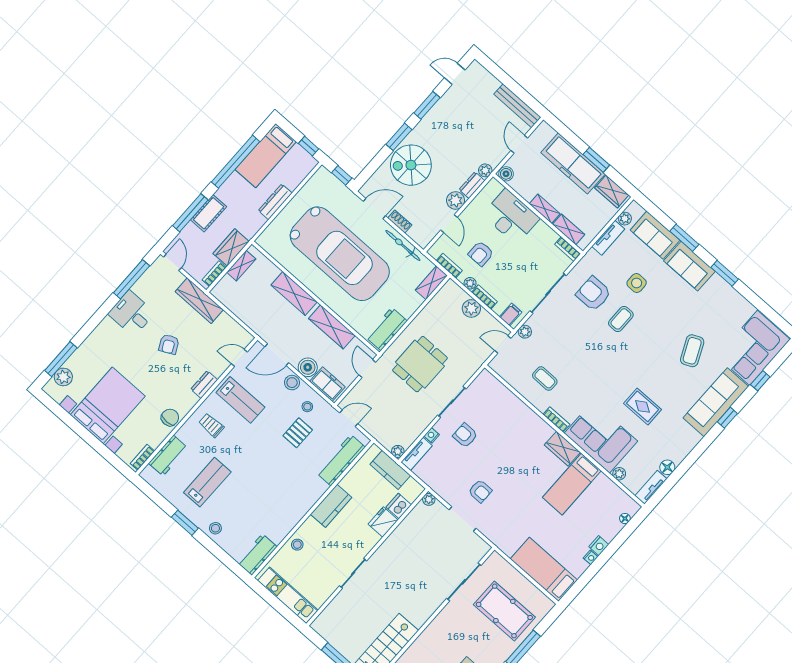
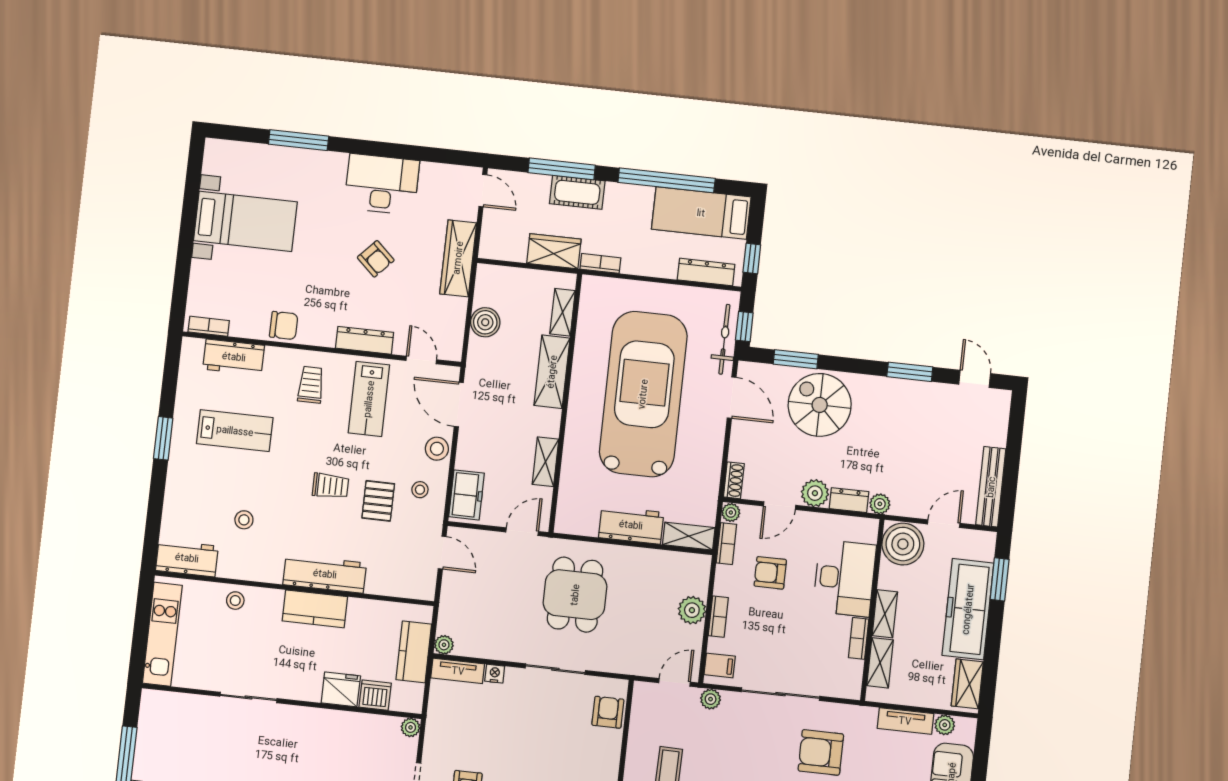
window: (399, 137) -> (796, 359), moved
window: (596, 160) -> (1000, 579), moved
boiler: (506, 174) -> (903, 544), width x1.86, depth x1.86
dresser: (275, 202) -> (706, 272), moved
shoe rack: (400, 222) -> (734, 480), moved
bicycle: (403, 245) -> (724, 339), moved
bookcase: (568, 249) -> (859, 638), moved
car: (340, 254) -> (643, 394), turned 180
door: (172, 262) -> (483, 191), hinge flipped
shelving: (241, 266) -> (563, 312), moved, turned 90
bookcase: (214, 274) -> (600, 263), moved
window: (131, 279) -> (425, 154), removed
plant: (470, 283) -> (731, 512), moved
armchair: (593, 294) -> (821, 752), turned -90
desk: (132, 313) -> (382, 184), width x1.37
shelving: (332, 327) -> (545, 462), width x0.67, depth x0.75
workbench: (386, 329) -> (631, 525), moved
armchair: (169, 344) -> (376, 259), turned -110
door: (503, 344) -> (675, 682), hinge flipped
window: (61, 359) -> (299, 140), moved
dining table: (420, 364) -> (575, 595), turned 90
boiler: (308, 367) -> (485, 322), moved
plant: (63, 377) -> (241, 155), removed
dresser: (204, 385) -> (365, 340), width x1.44
bed with nightstands: (108, 405) -> (245, 221), width x0.73
pallet: (298, 433) -> (378, 501), turned 90
armchair: (465, 435) -> (608, 712), moved
trolley: (272, 452) -> (330, 486), added
workbench: (341, 460) -> (325, 574), moved
stool: (215, 528) -> (244, 520), moved

